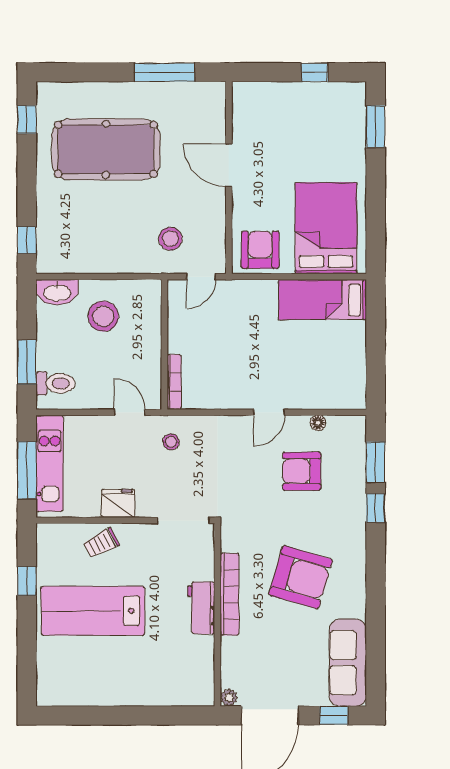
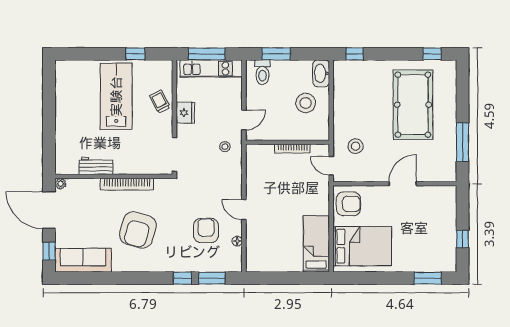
bookcase: (174, 382) -> (292, 149), moved
workbench: (201, 608) -> (96, 166), moved

